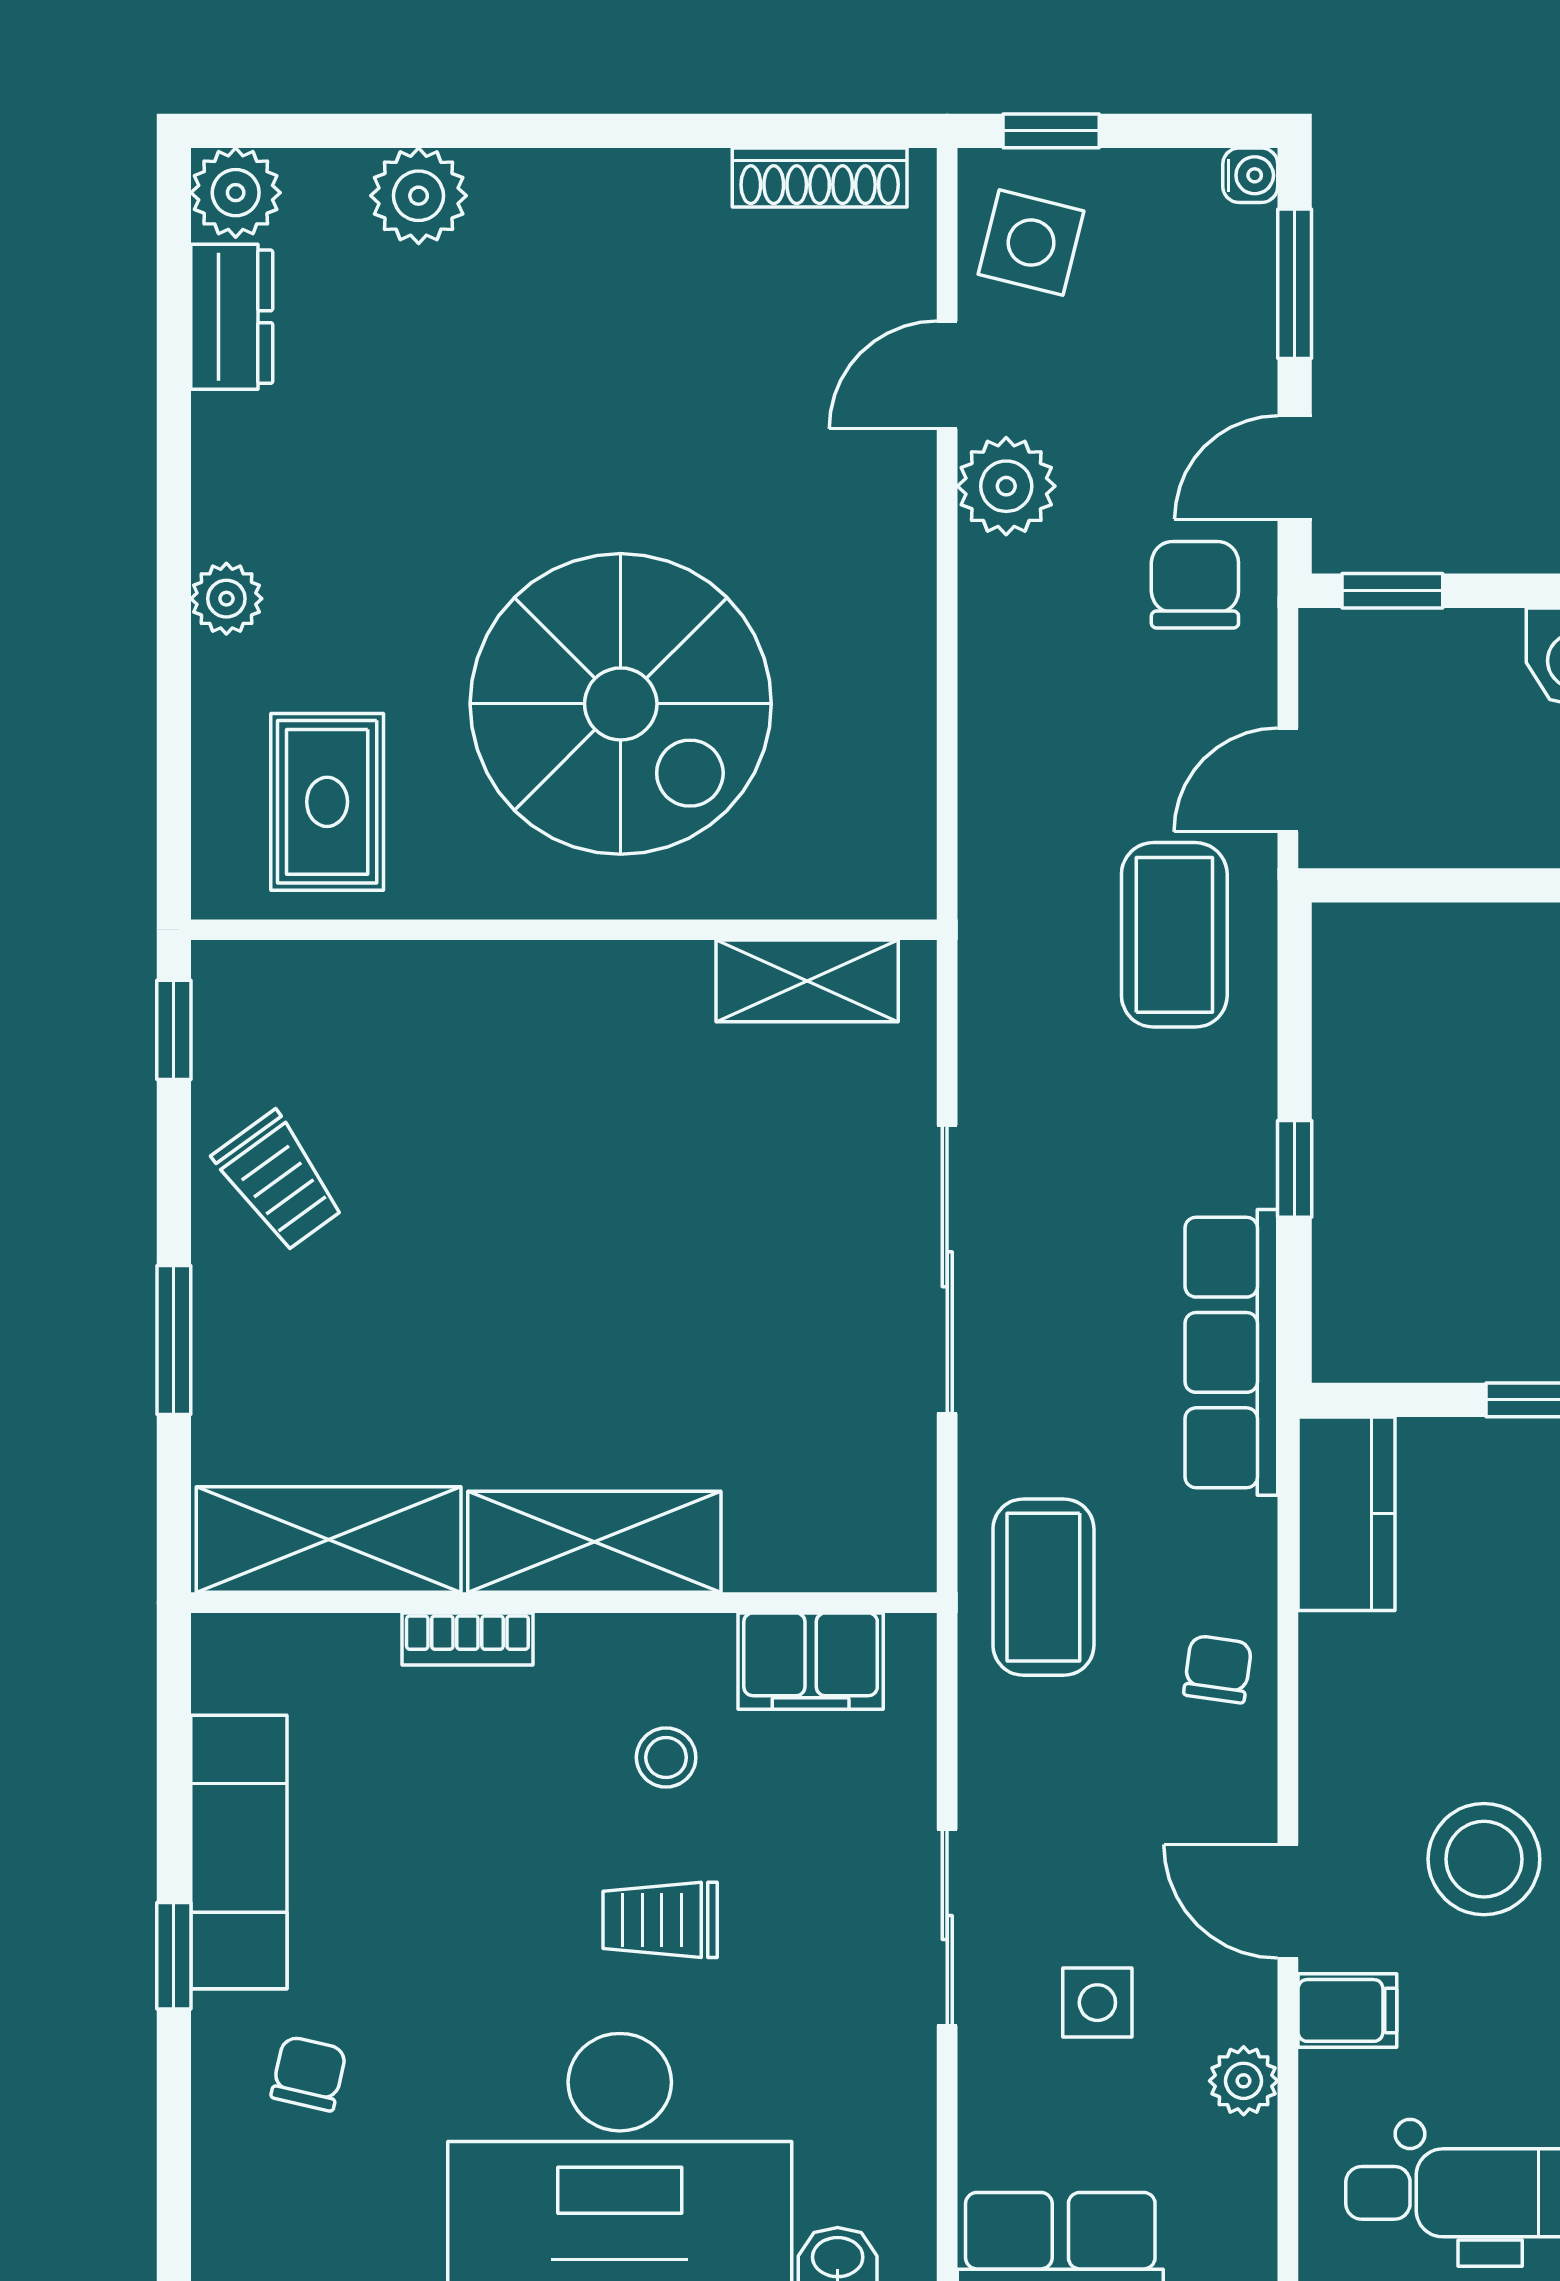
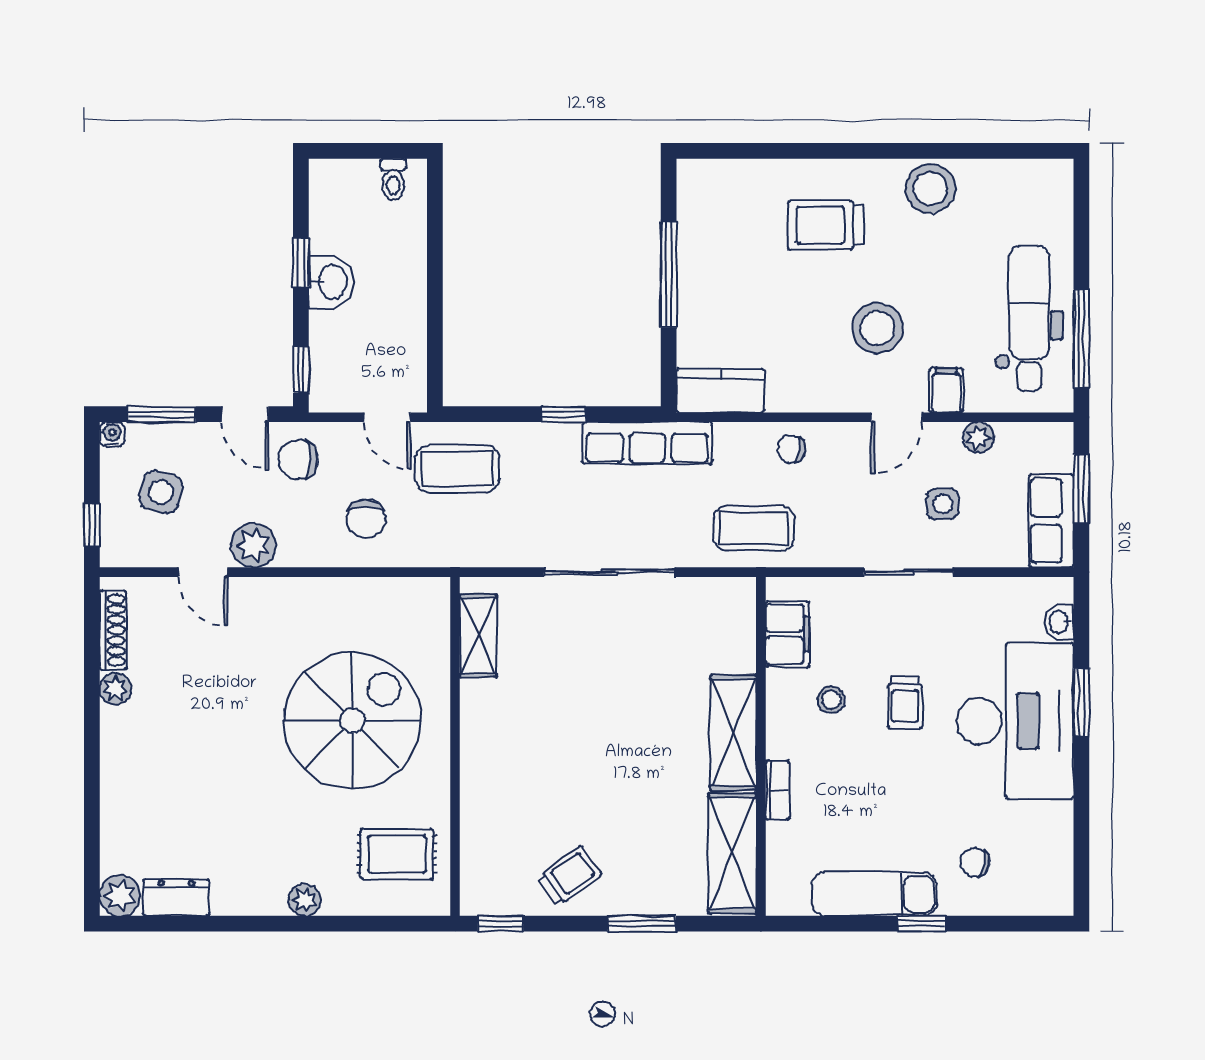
plant: (419, 196) -> (115, 689), moved, width x0.73, depth x0.73
side table: (1031, 243) -> (161, 492), moved
chair: (1064, 734) -> (366, 519), added

